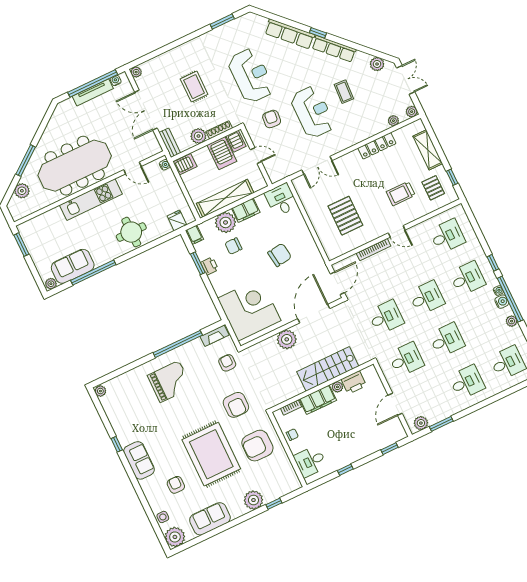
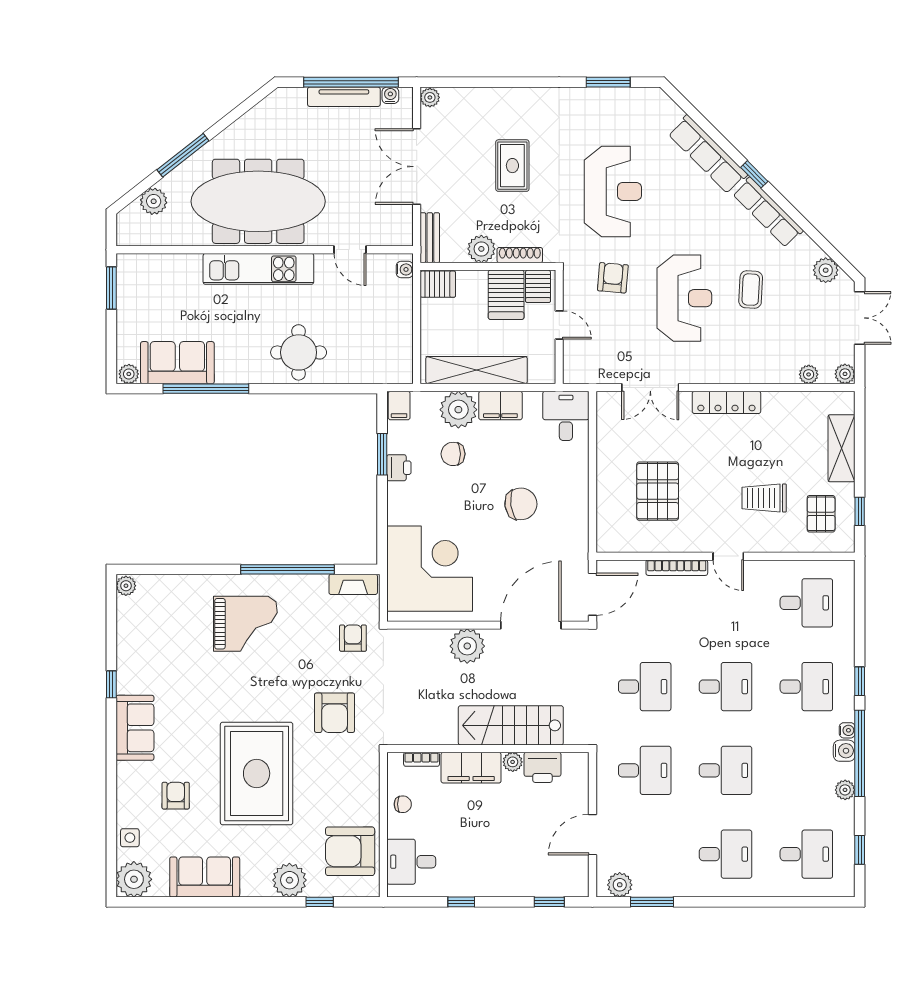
locker: (377, 146) -> (726, 402), moved
fridge: (177, 220) -> (381, 369), removed
armchair: (257, 446) -> (350, 851), moved

